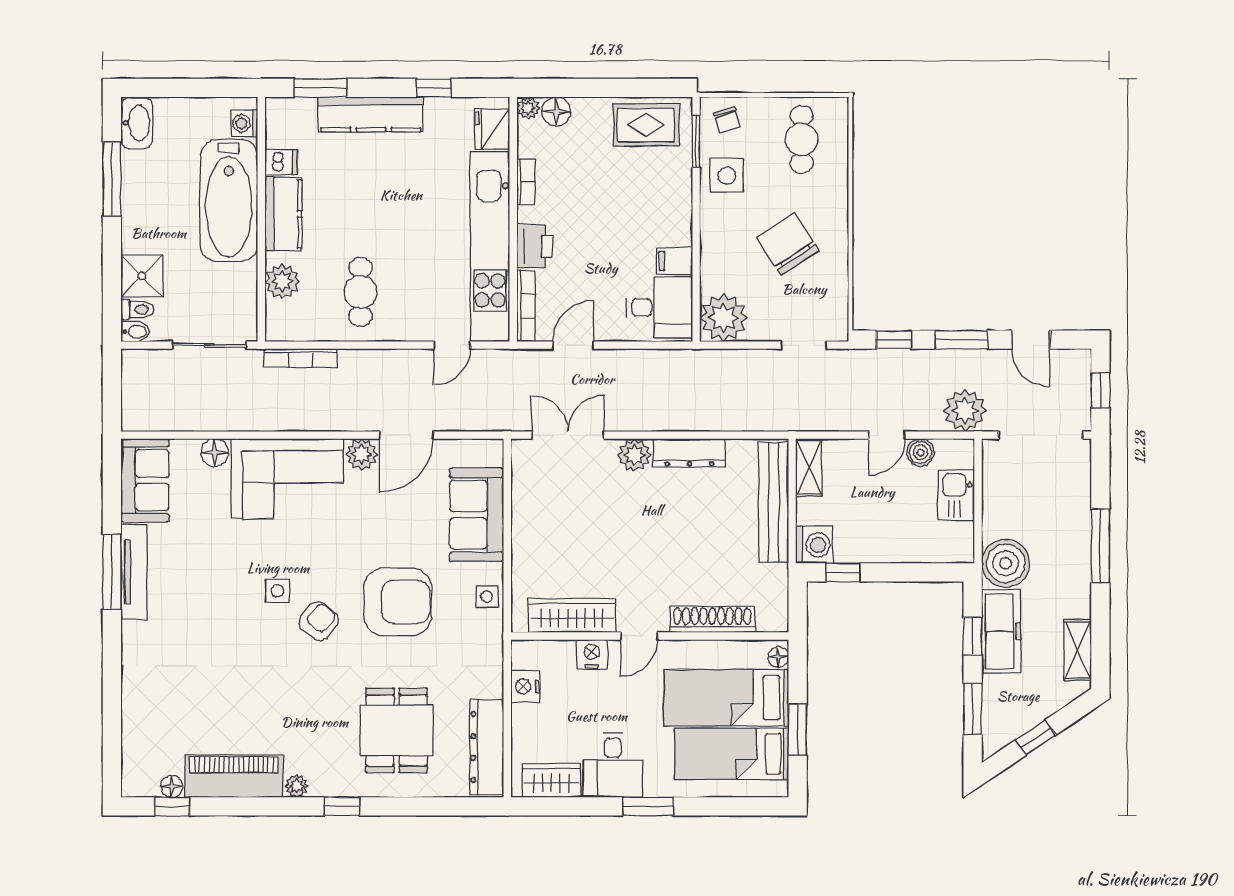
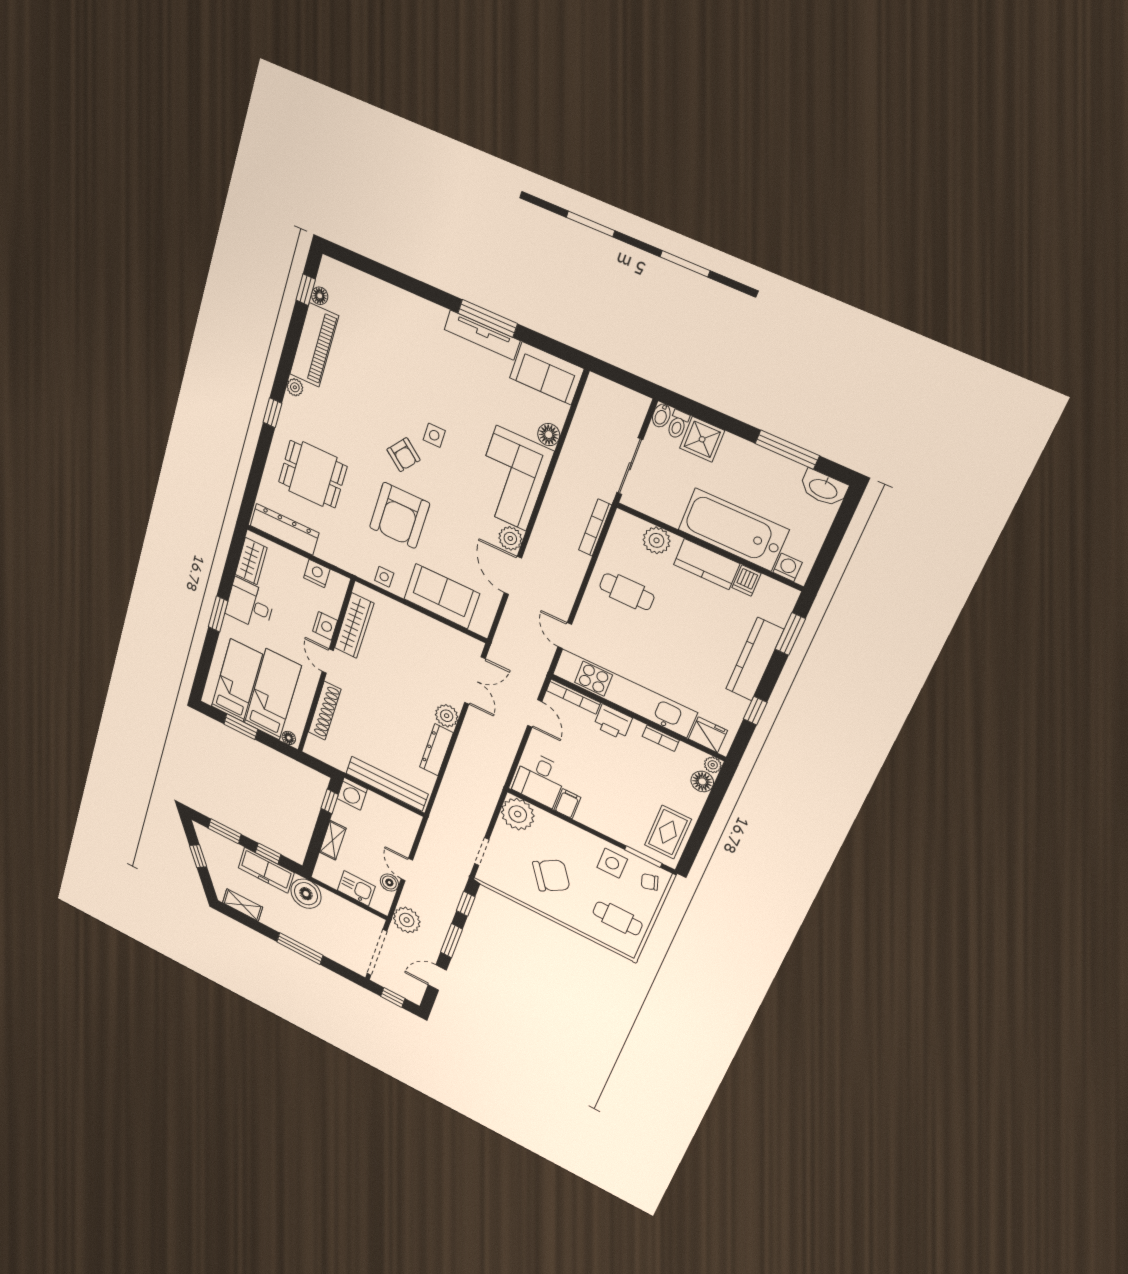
shelving: (809, 468) -> (333, 840), moved, turned 90

